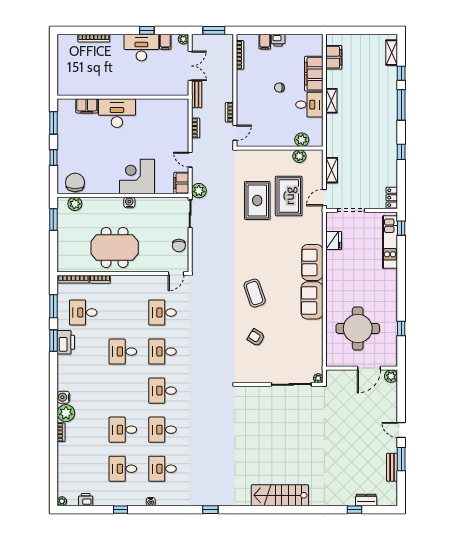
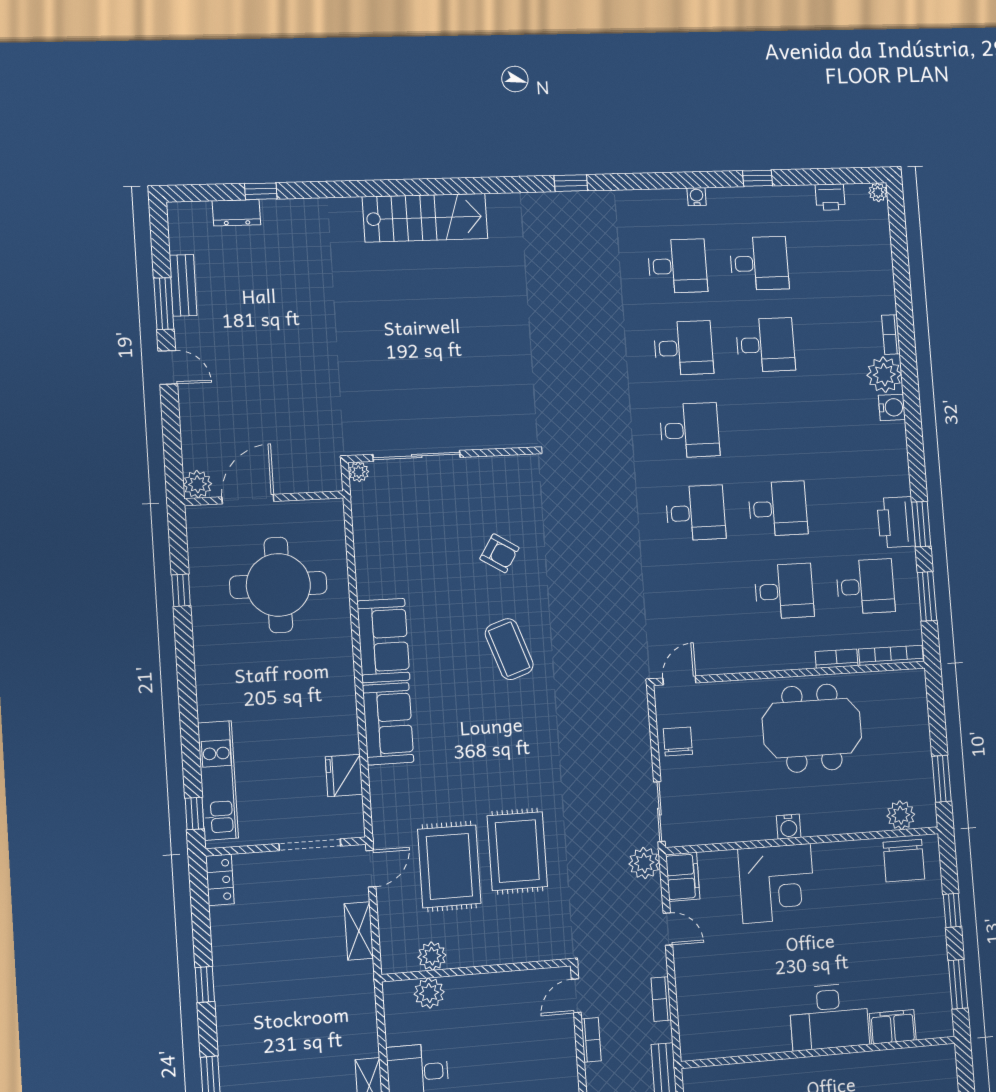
desk: (162, 312) -> (784, 591), moved

